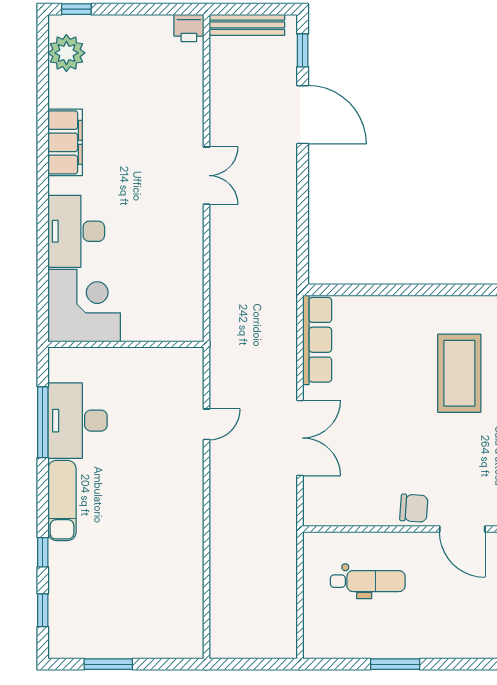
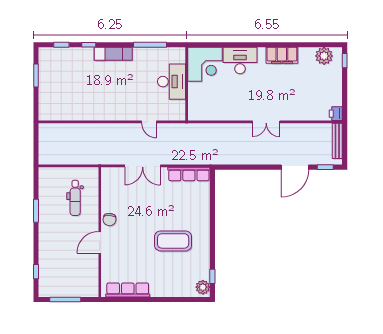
desk: (78, 421) -> (172, 82), moved, turned 90

